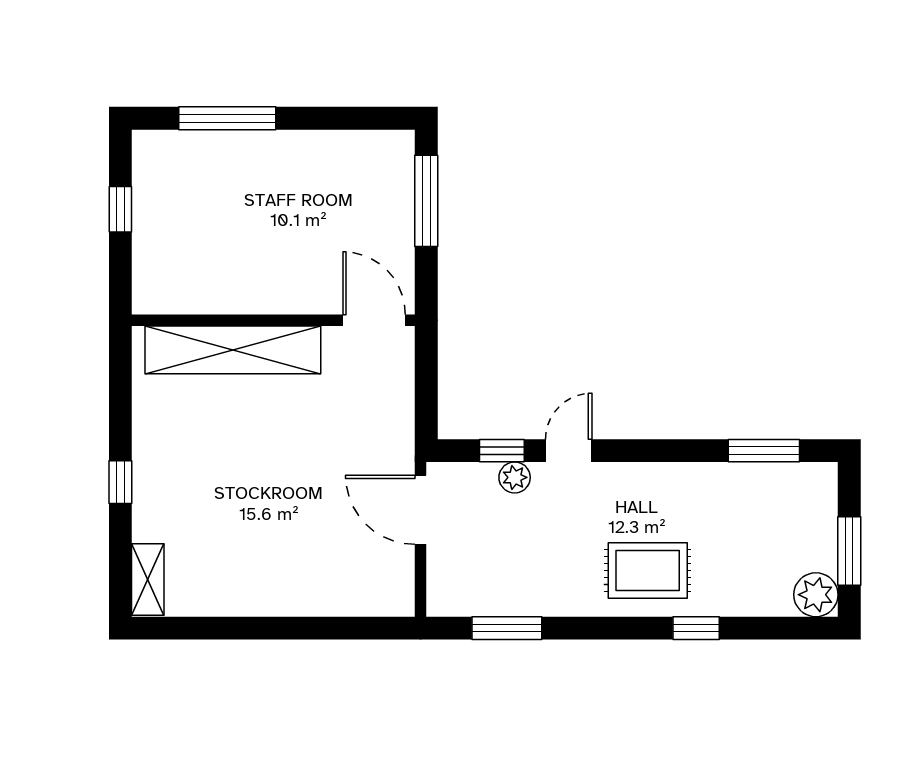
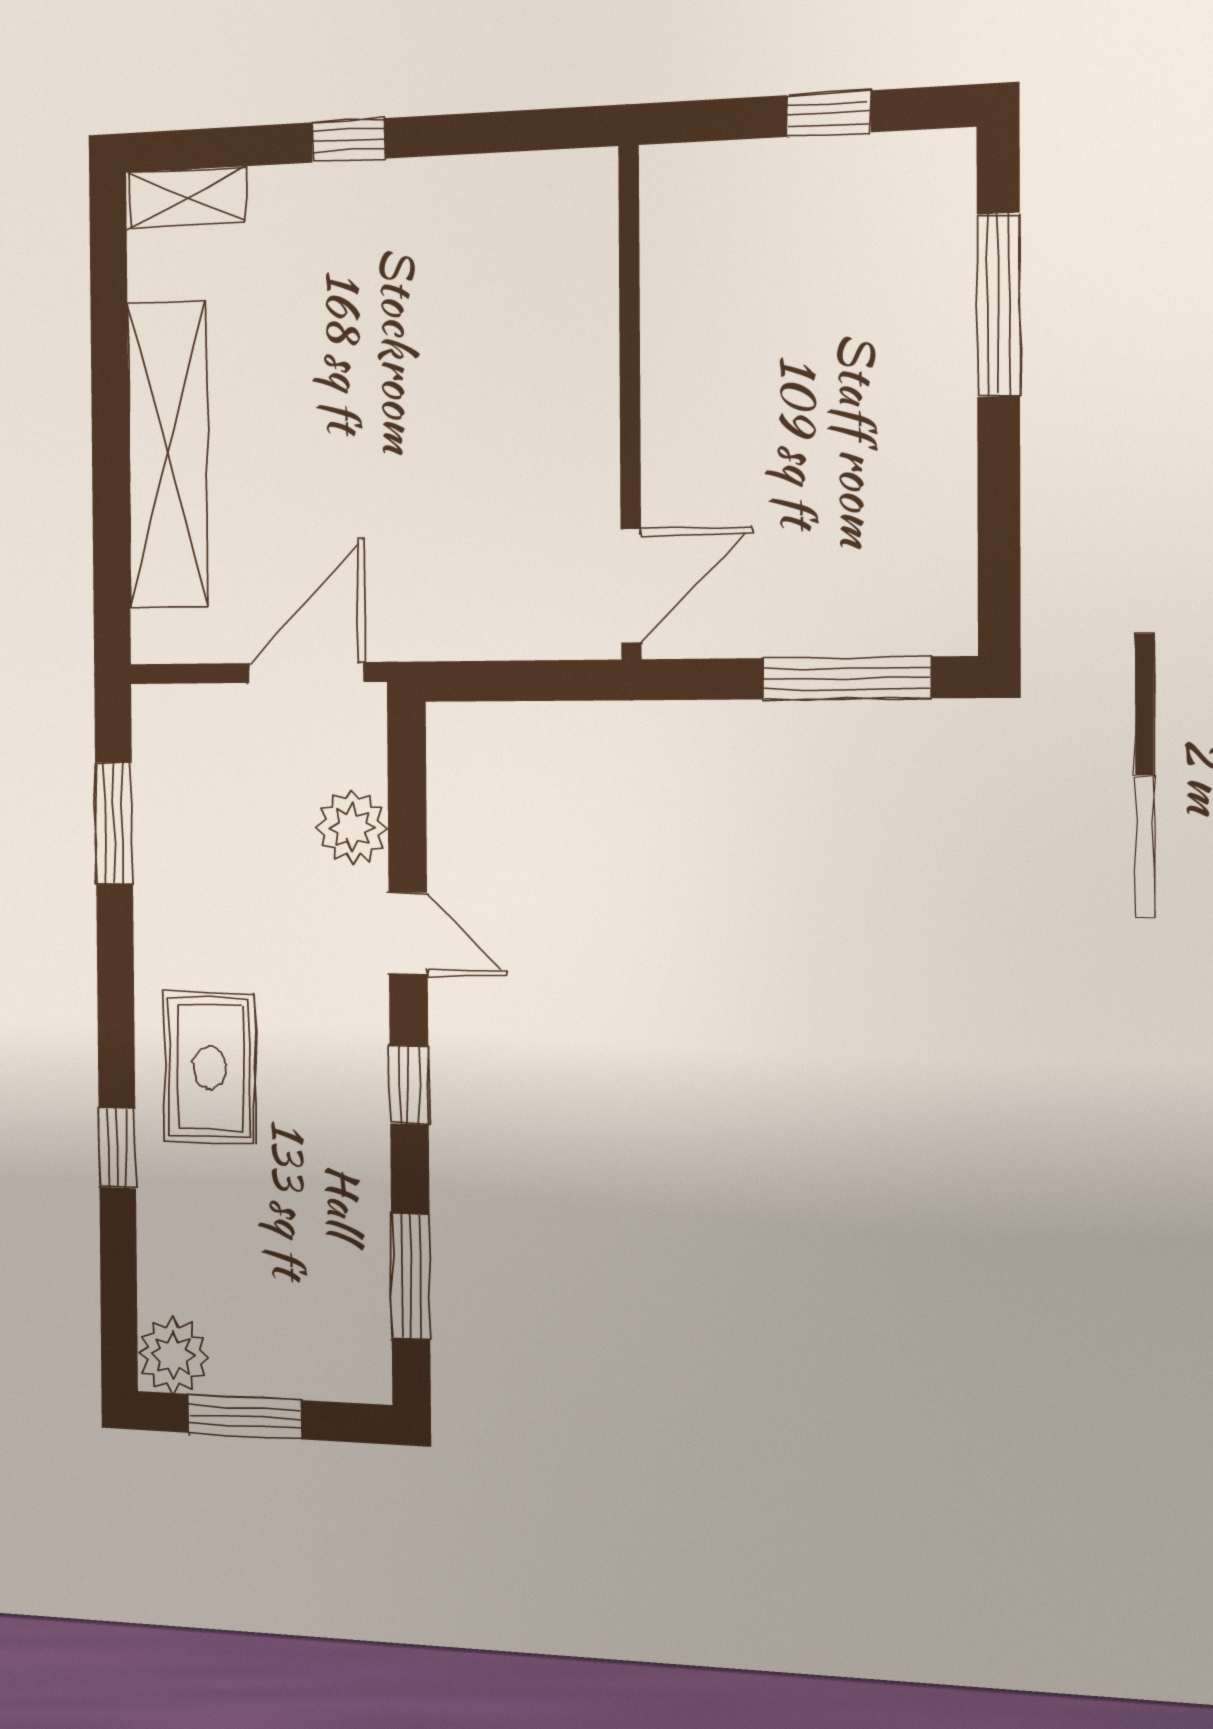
shelving: (233, 350) -> (168, 454), moved
window: (502, 451) -> (409, 1085), moved
plant: (515, 477) -> (352, 827), width x1.38, depth x1.38

